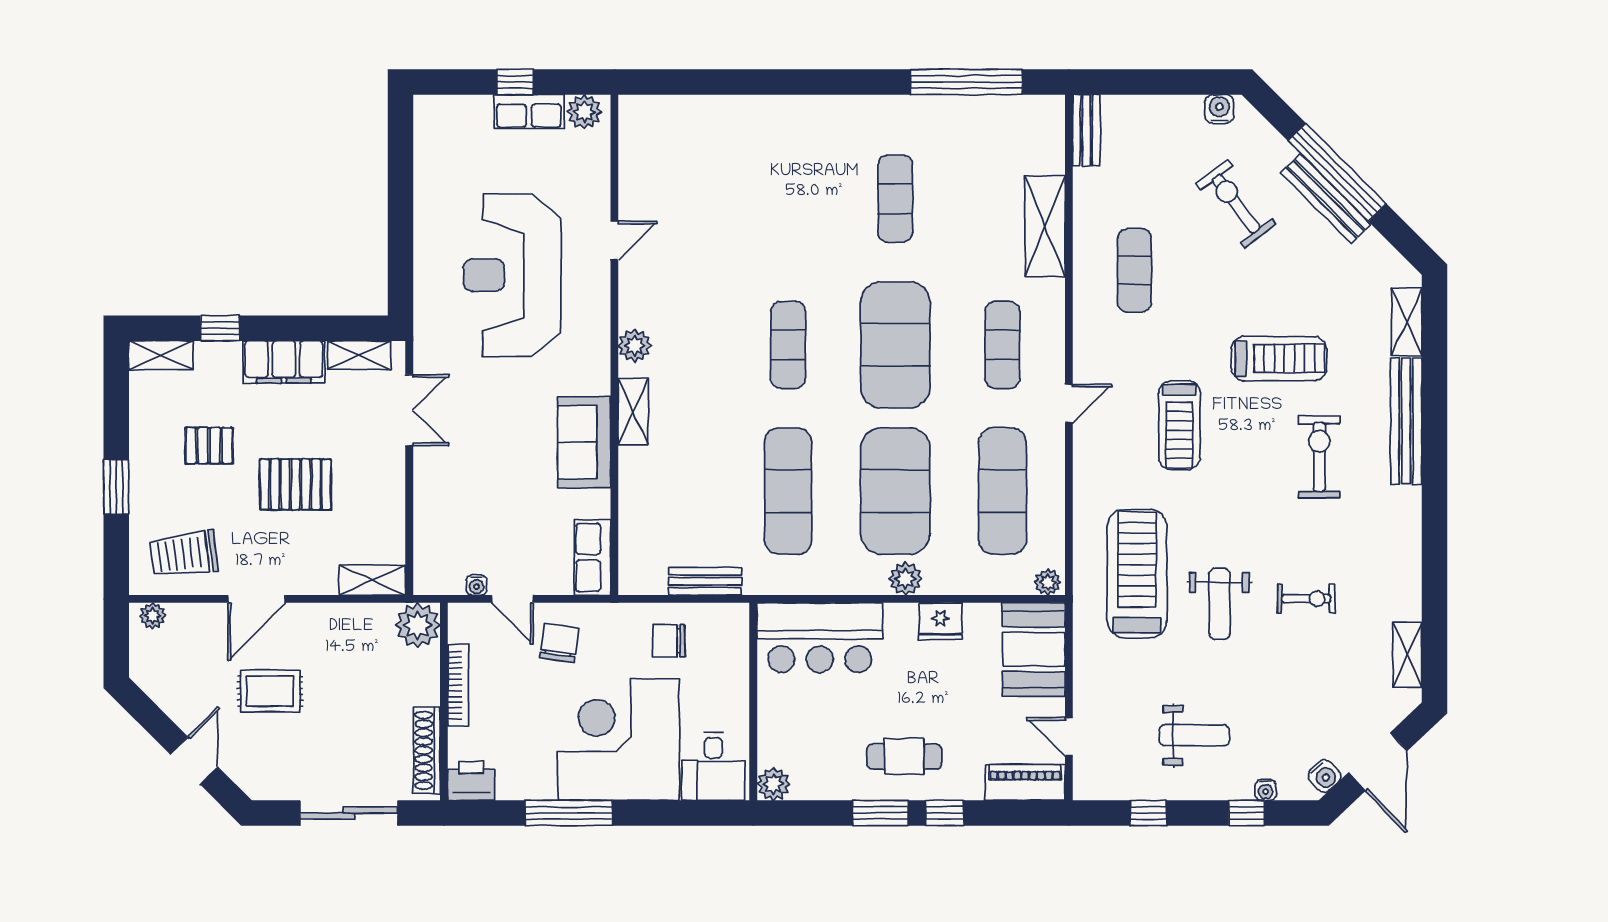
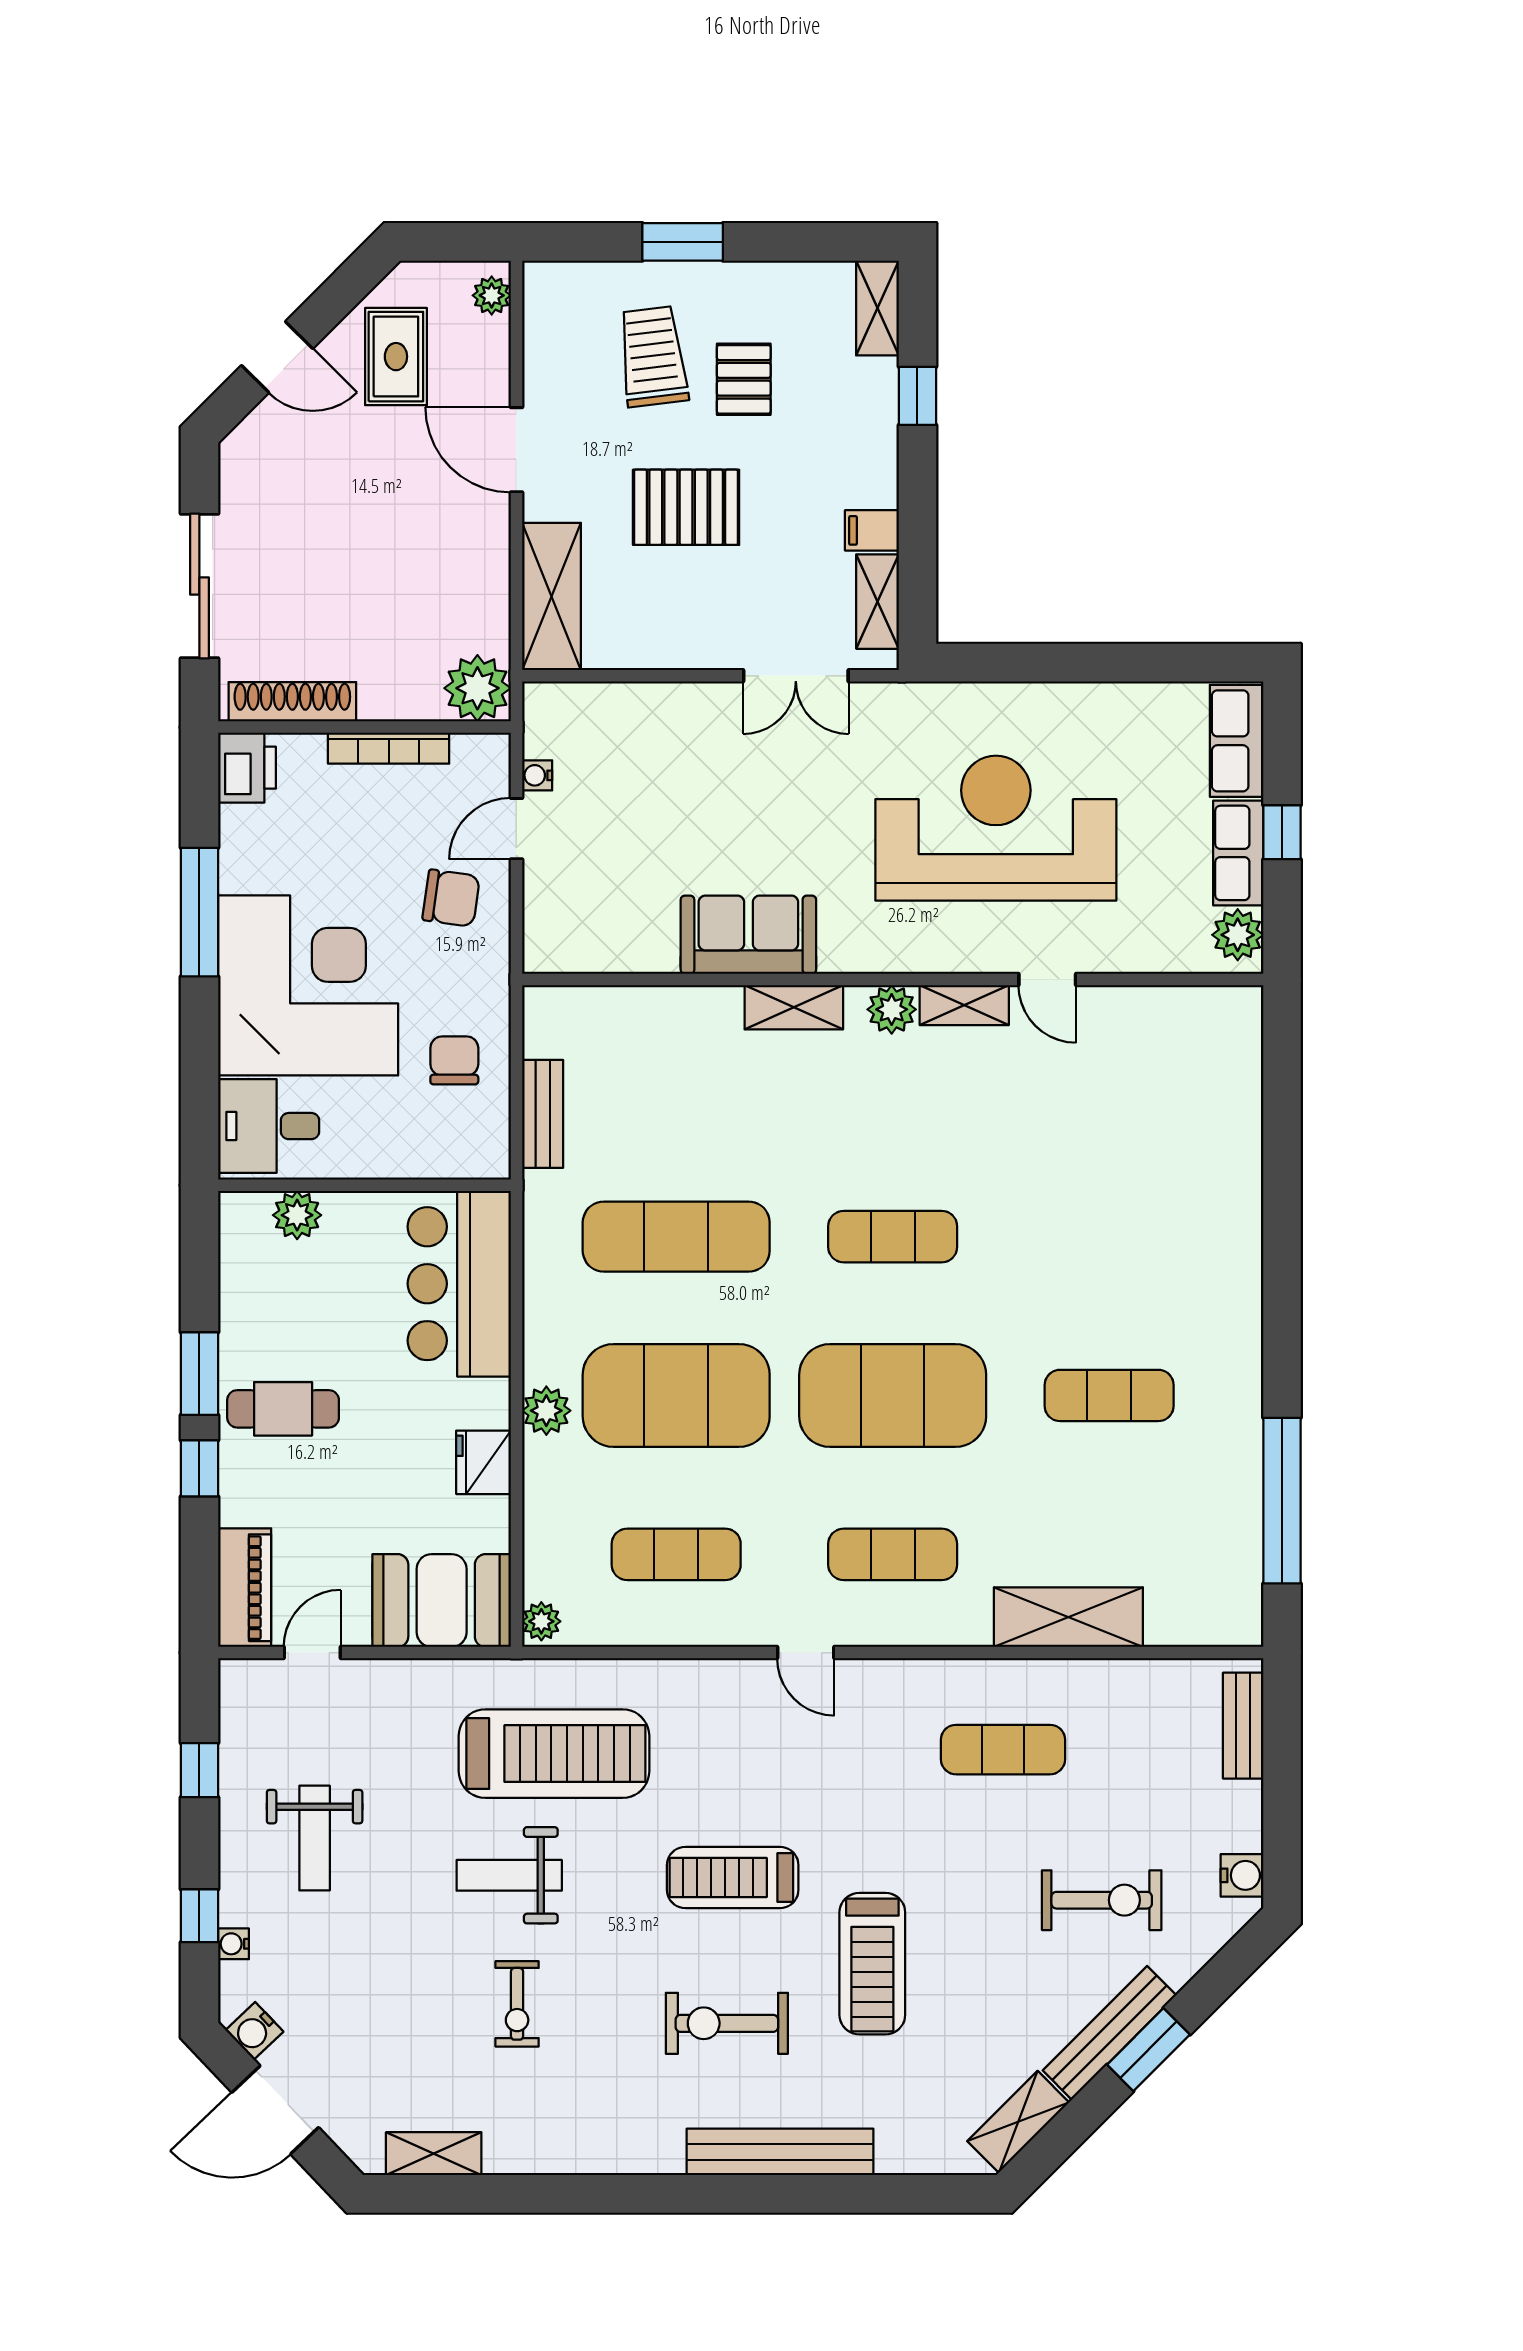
bench: (1086, 130) -> (1243, 1726), moved, turned 90
window: (1337, 172) -> (1148, 2050), width x0.47
exercise bike: (1236, 204) -> (1102, 1900), turned 37
shelving: (632, 297) -> (964, 1005), added
shelving: (1407, 322) -> (1018, 2122), moved, turned -45
filing cabinet: (284, 362) -> (872, 530), width x0.33, depth x0.86
treadmill: (1179, 425) -> (733, 1878), moved
exercise bike: (1319, 457) -> (727, 2023), turned 180
pallet: (296, 484) -> (686, 507), turned 90
exercise mat: (1003, 491) -> (676, 1554), width x0.73, depth x0.69
trolley: (184, 554) -> (653, 357), moved
row of seats: (593, 557) -> (1237, 741), moved, turned -90
shelving: (372, 580) -> (551, 596), width x1.50, depth x1.33
rug: (270, 691) -> (396, 357), moved
cafe table: (904, 757) -> (283, 1409), turned 90
plant: (773, 784) -> (297, 1215), moved

